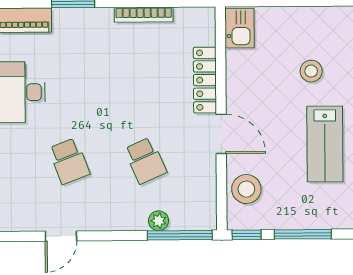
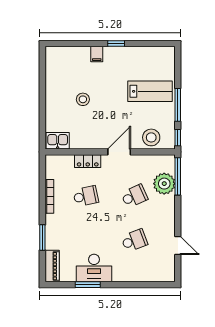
school desk: (145, 77) -> (86, 196), added
locker: (205, 80) -> (88, 161), width x0.66
lab bench: (325, 144) -> (150, 91), moved
plant: (159, 221) -> (164, 184), width x1.88, depth x1.88

